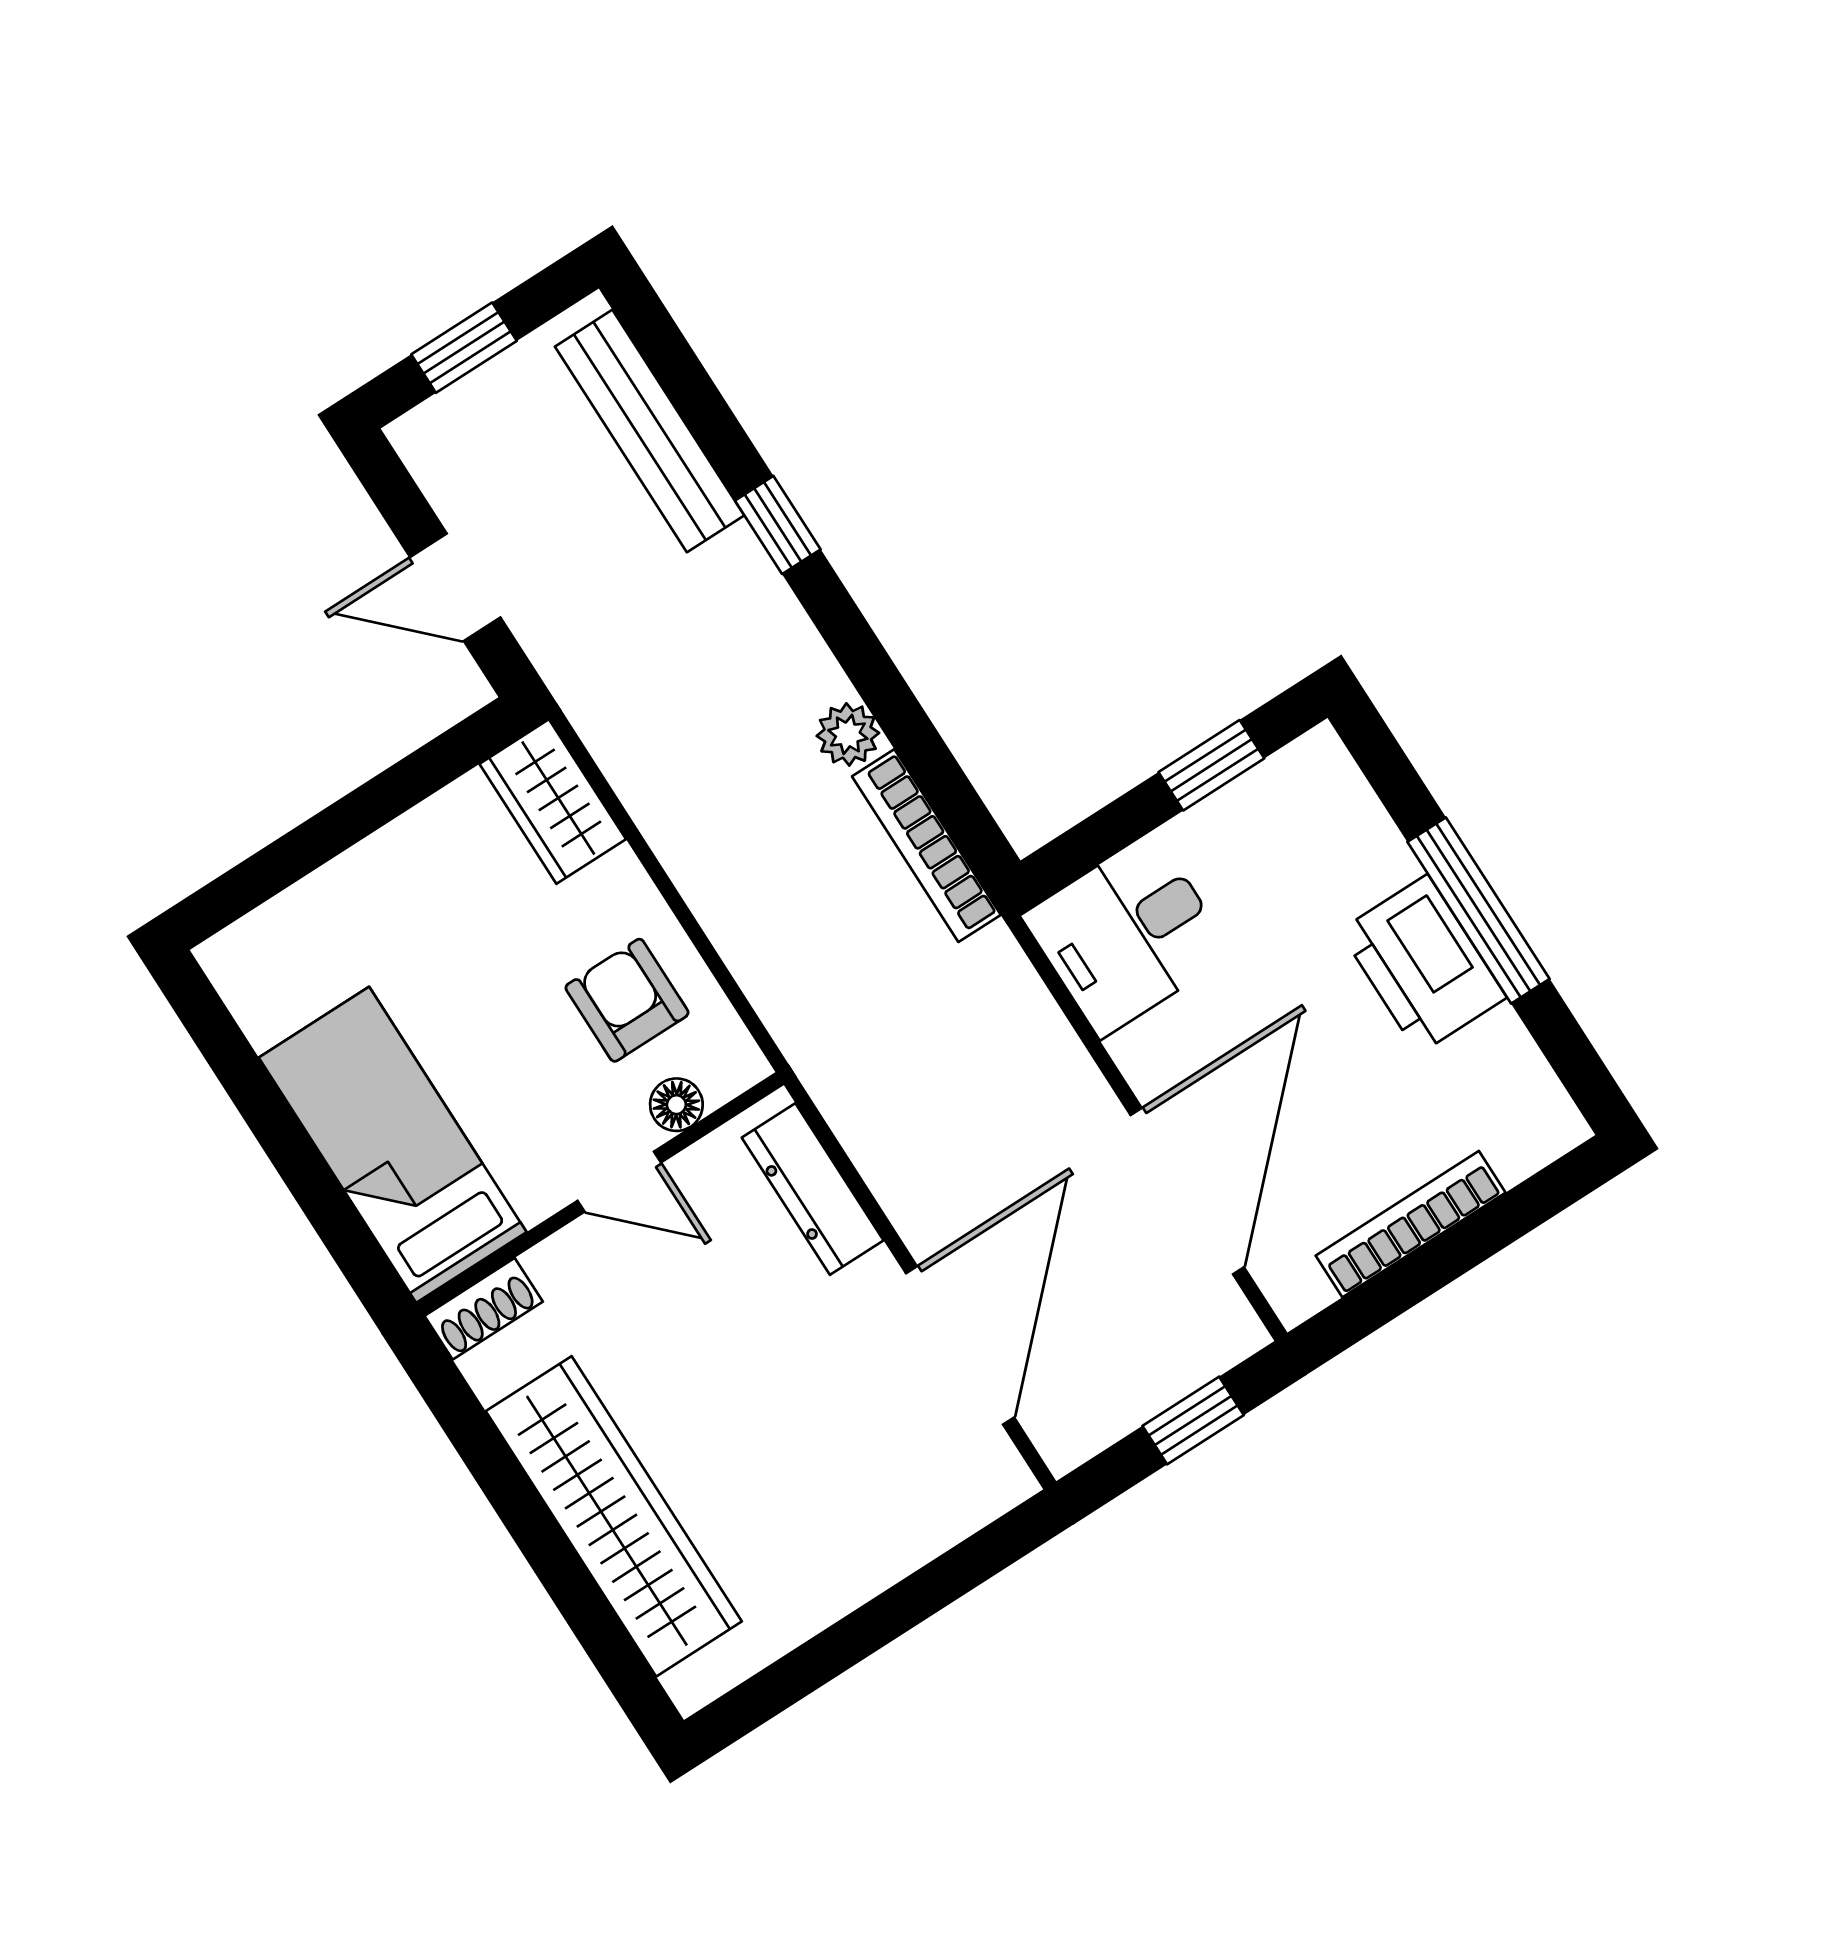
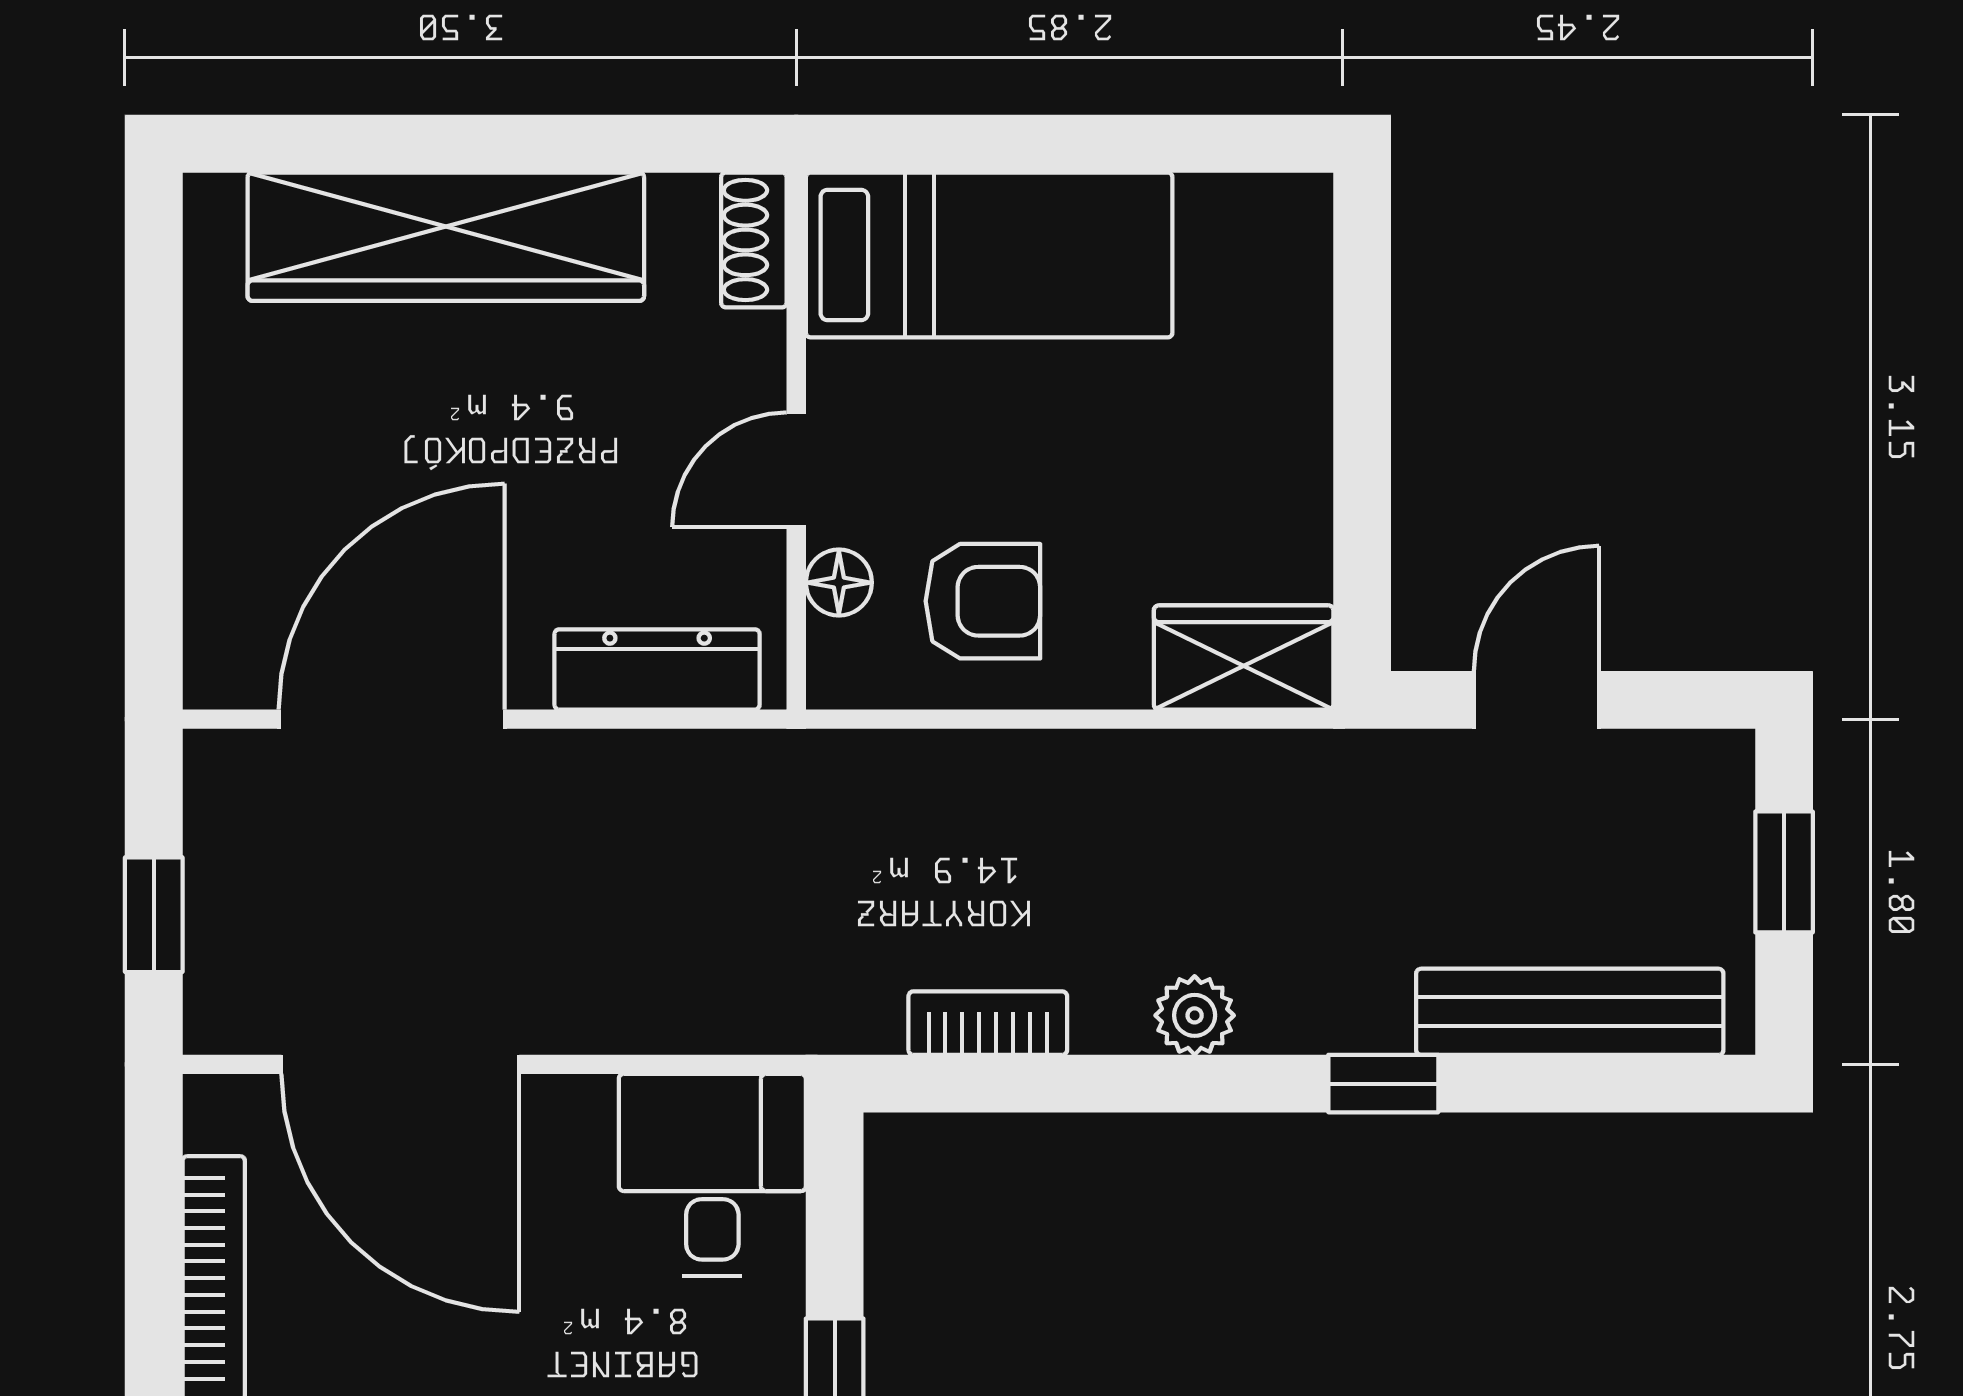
plant: (848, 734) -> (1195, 1015), moved
bookcase: (926, 846) -> (988, 1023), width x0.64
door: (960, 1345) -> (392, 719), swing flipped

